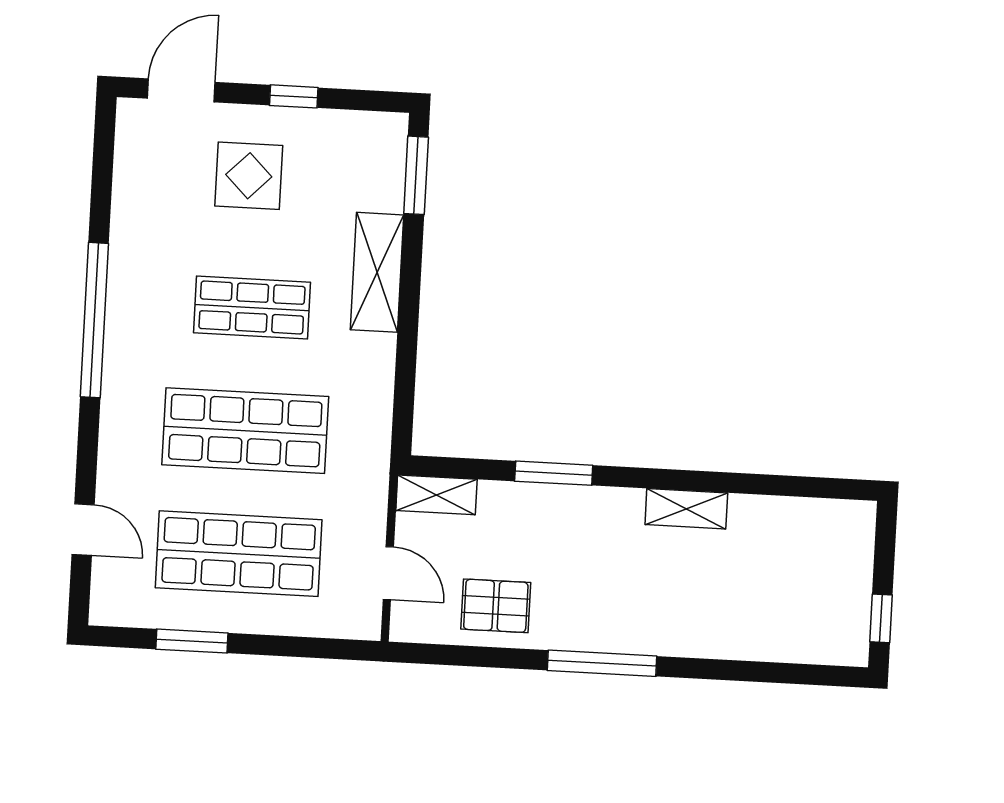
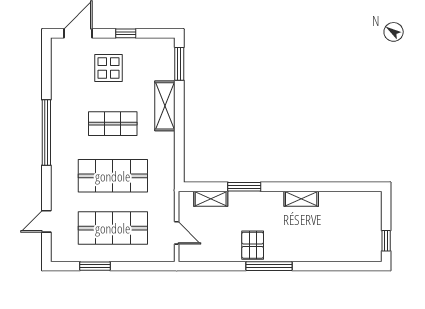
shelving: (436, 495) -> (211, 199), moved
door: (83, 530) -> (46, 221), swing flipped
pallet: (496, 606) -> (253, 245), moved, turned 90

